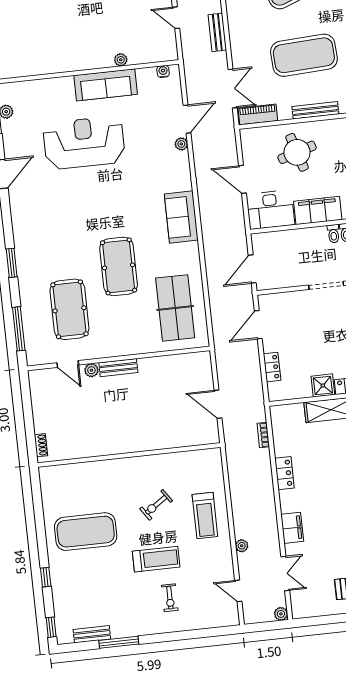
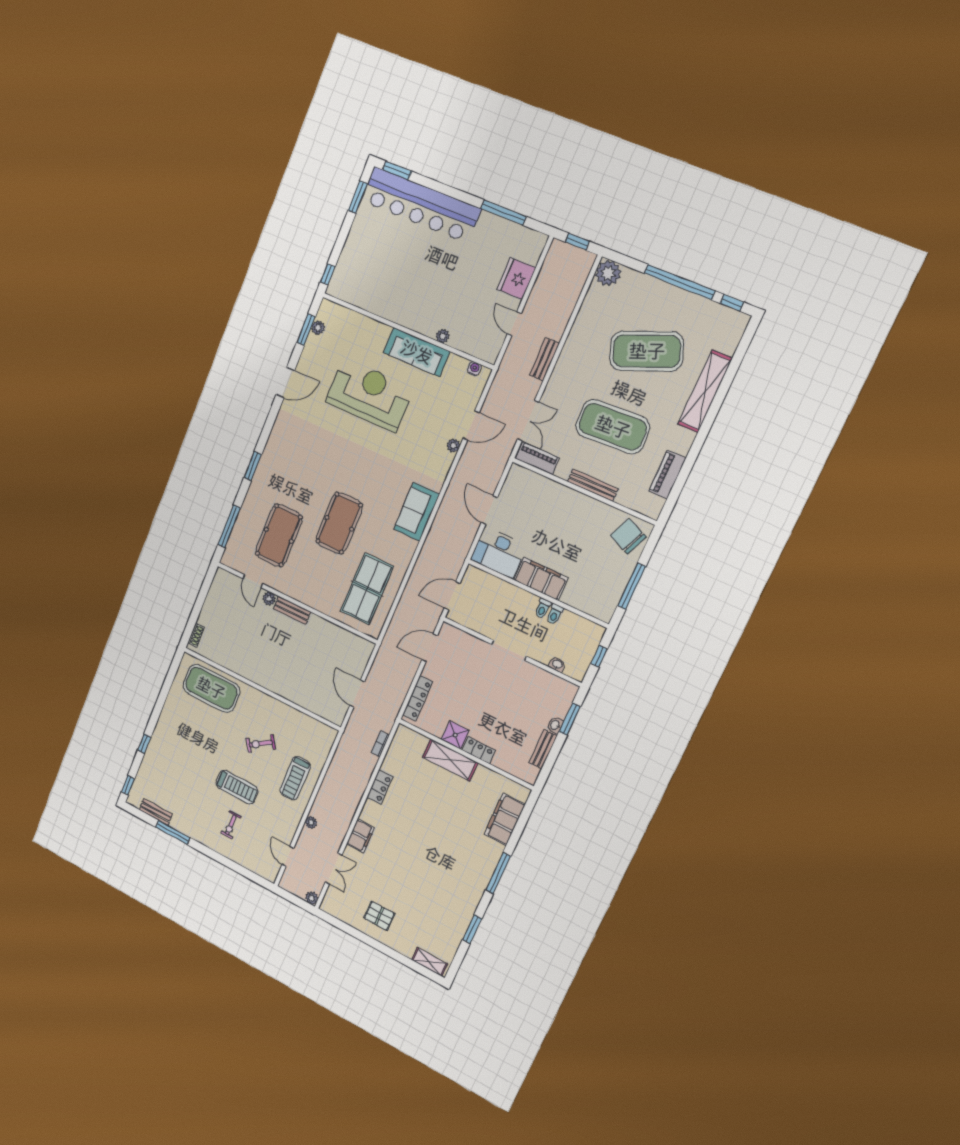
round table: (297, 152) -> (553, 514), removed
locker: (272, 367) -> (418, 698), width x1.53
exercise mat: (86, 532) -> (211, 688), moved

